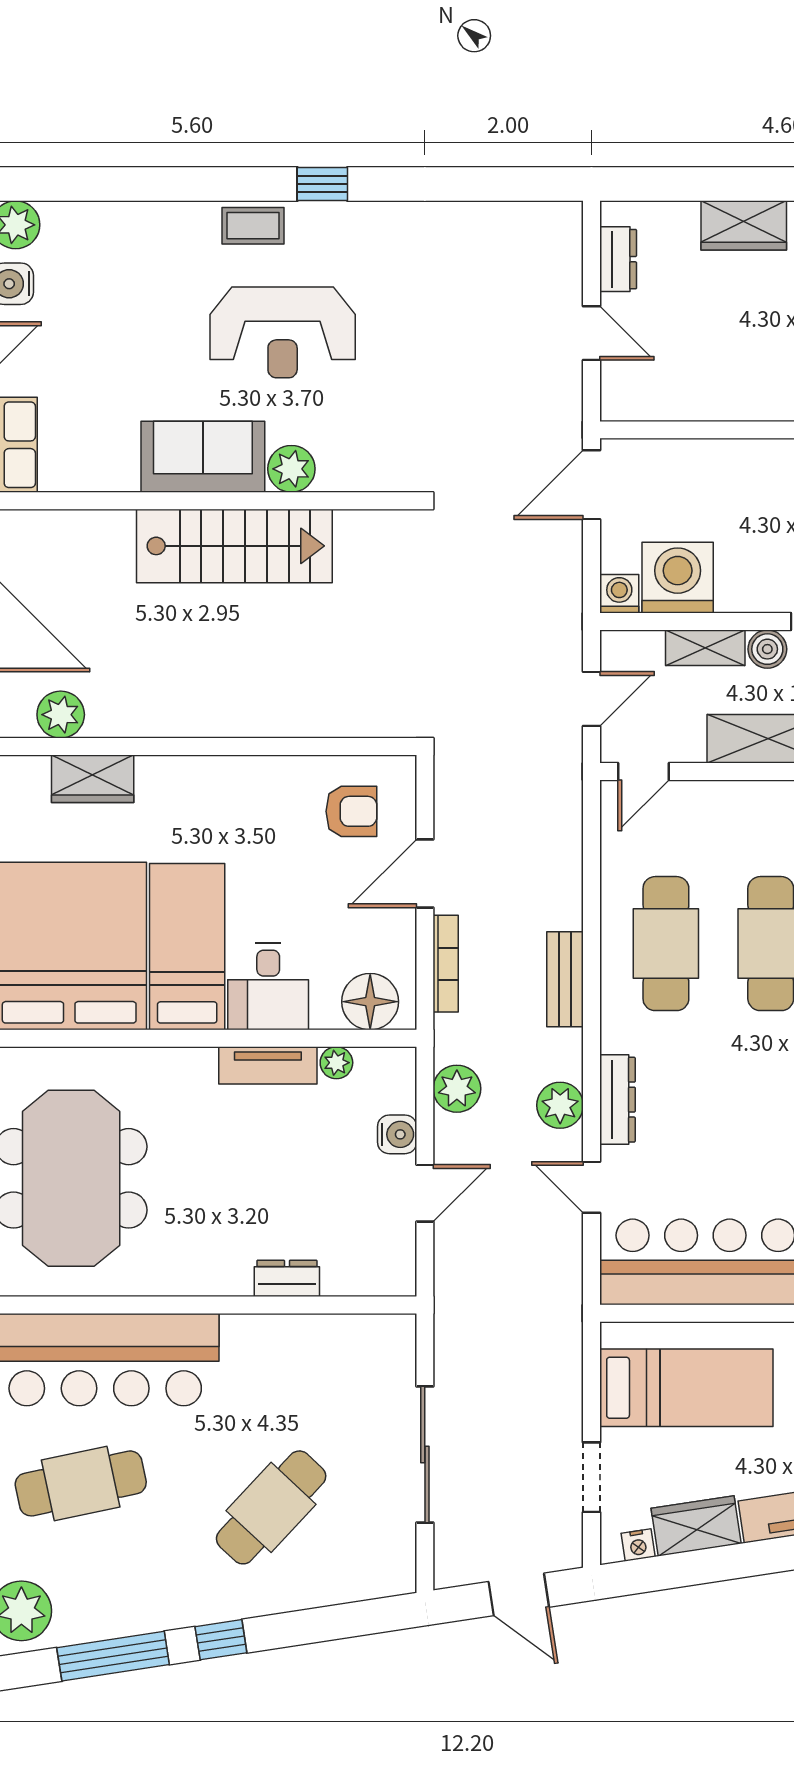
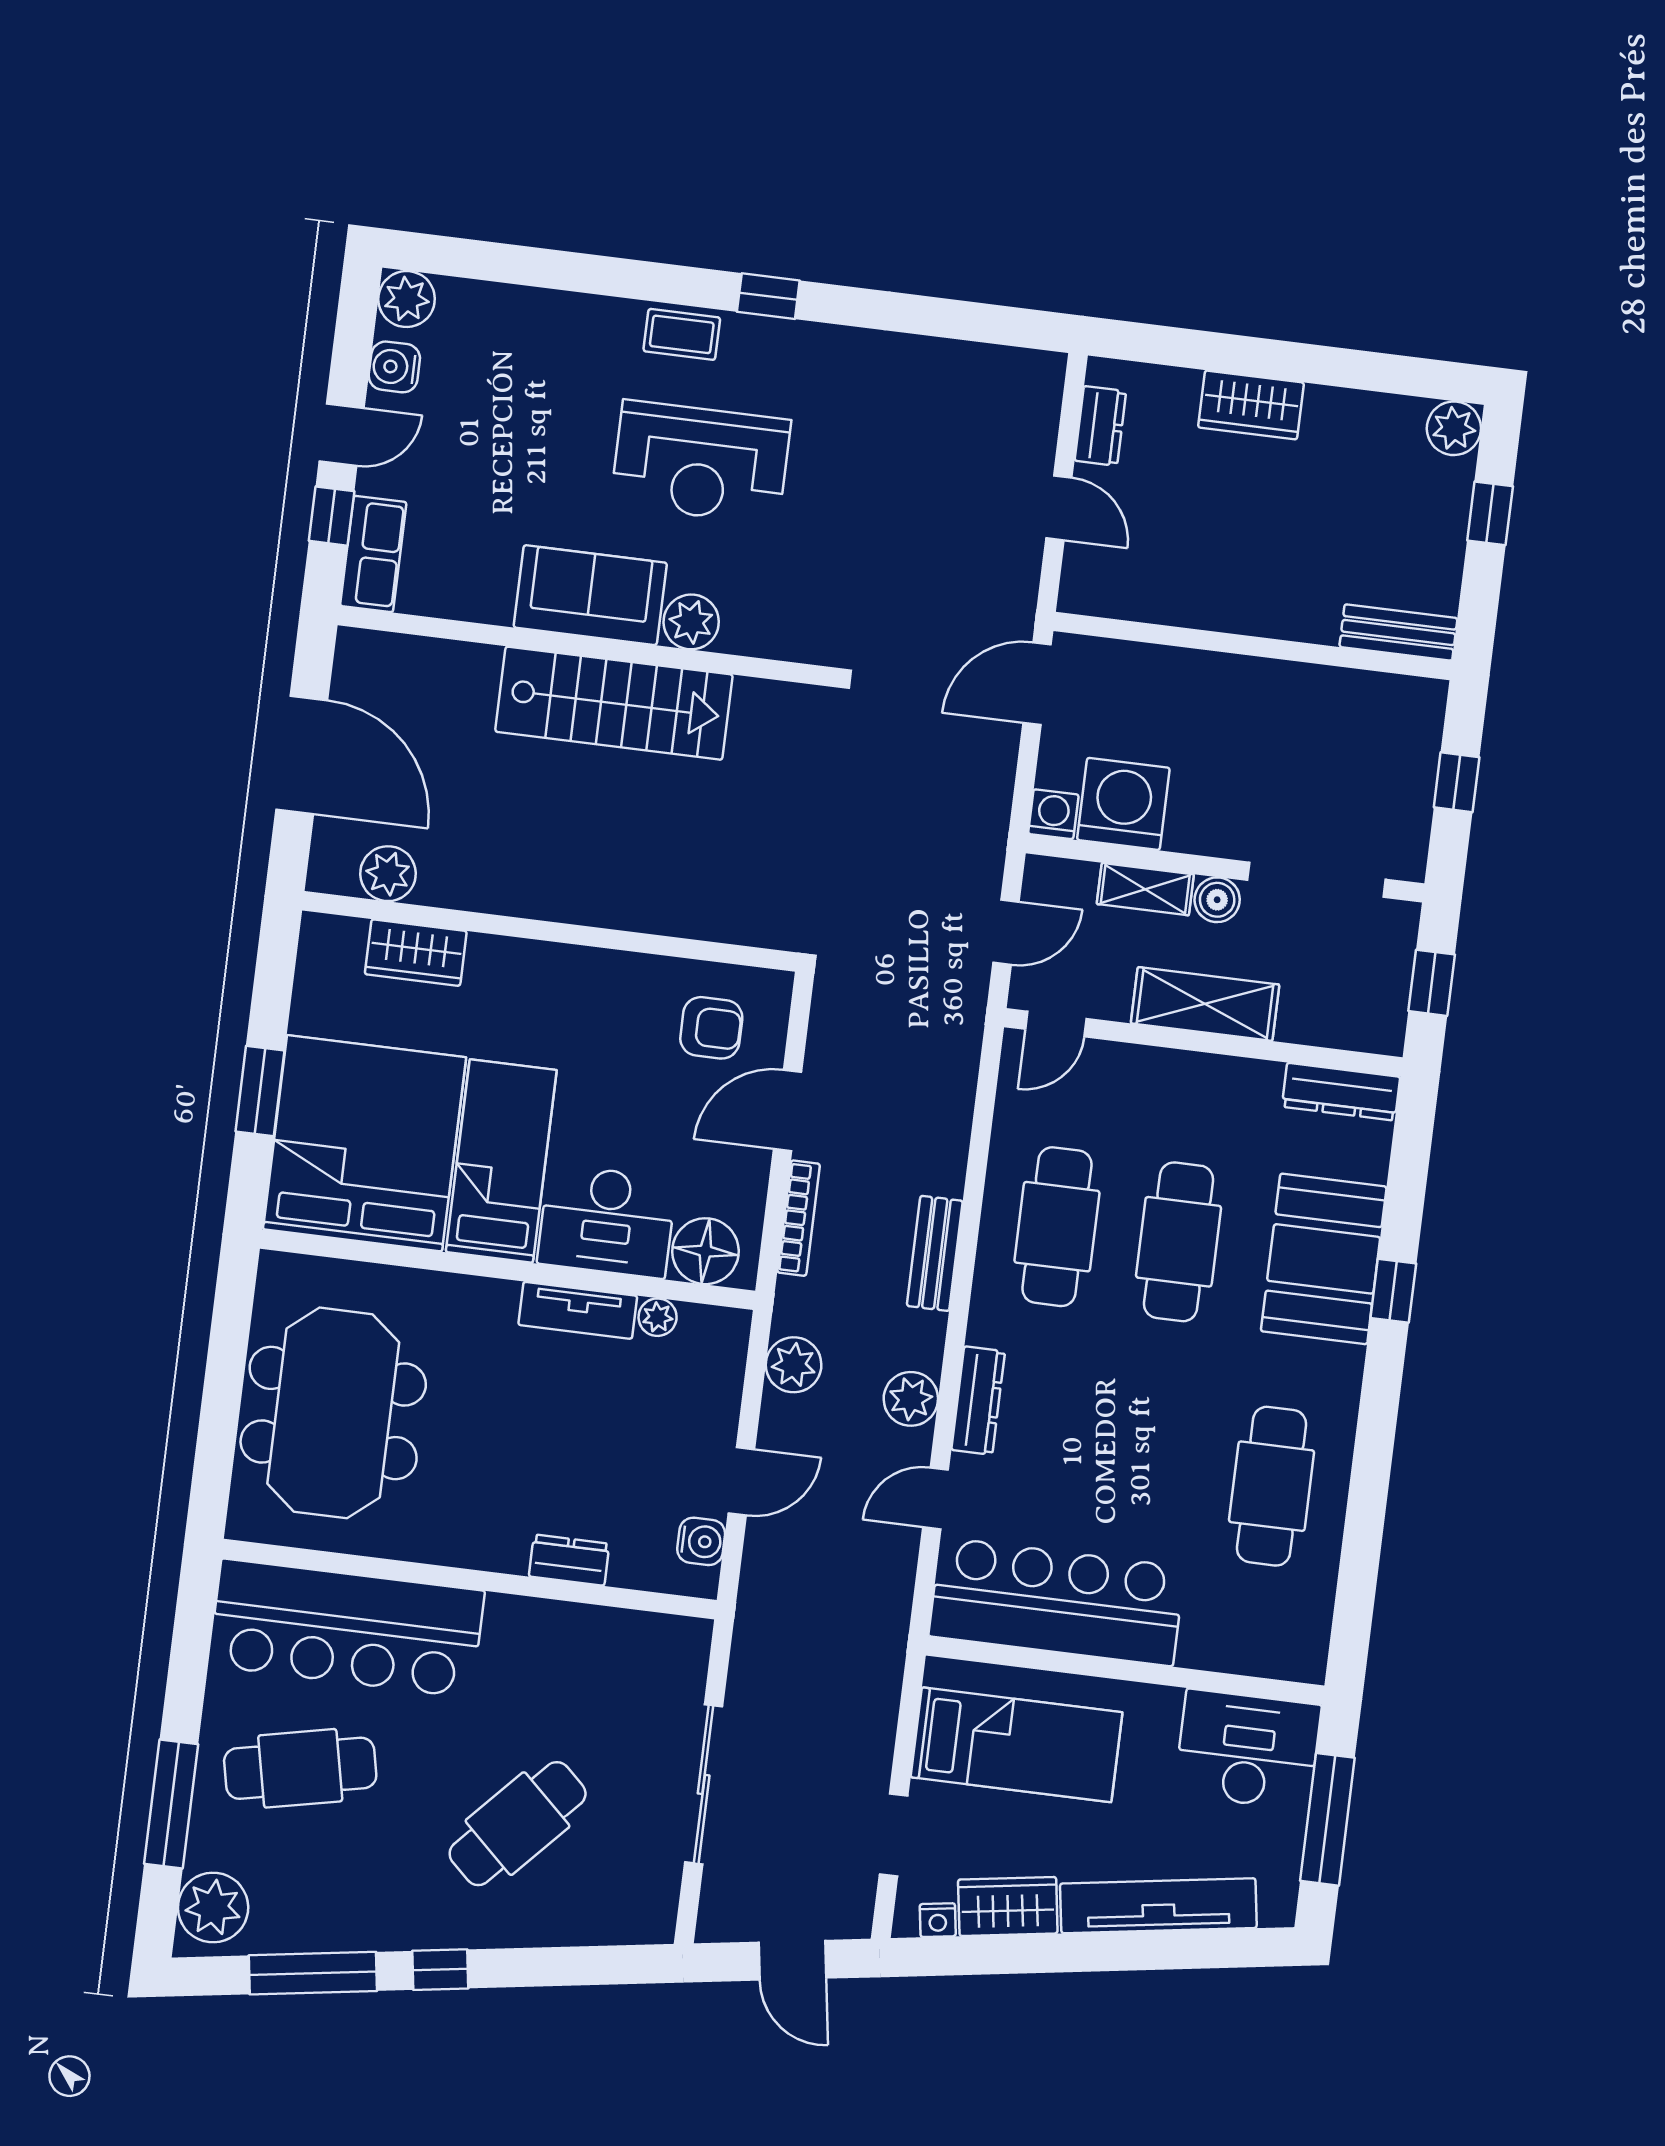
desk: (268, 987) -> (607, 1221), width x1.37
water cooler: (397, 1134) -> (701, 1541), moved
door: (592, 1187) -> (936, 1499), hinge flipped

